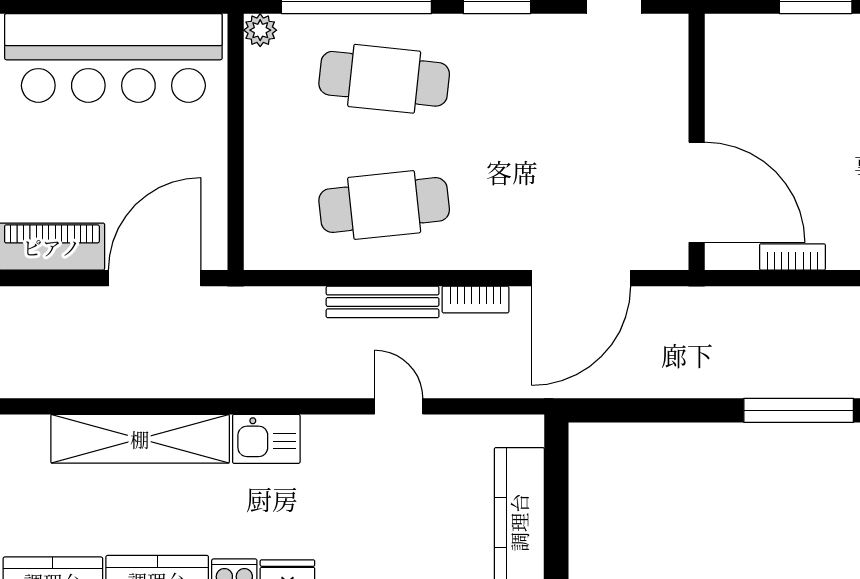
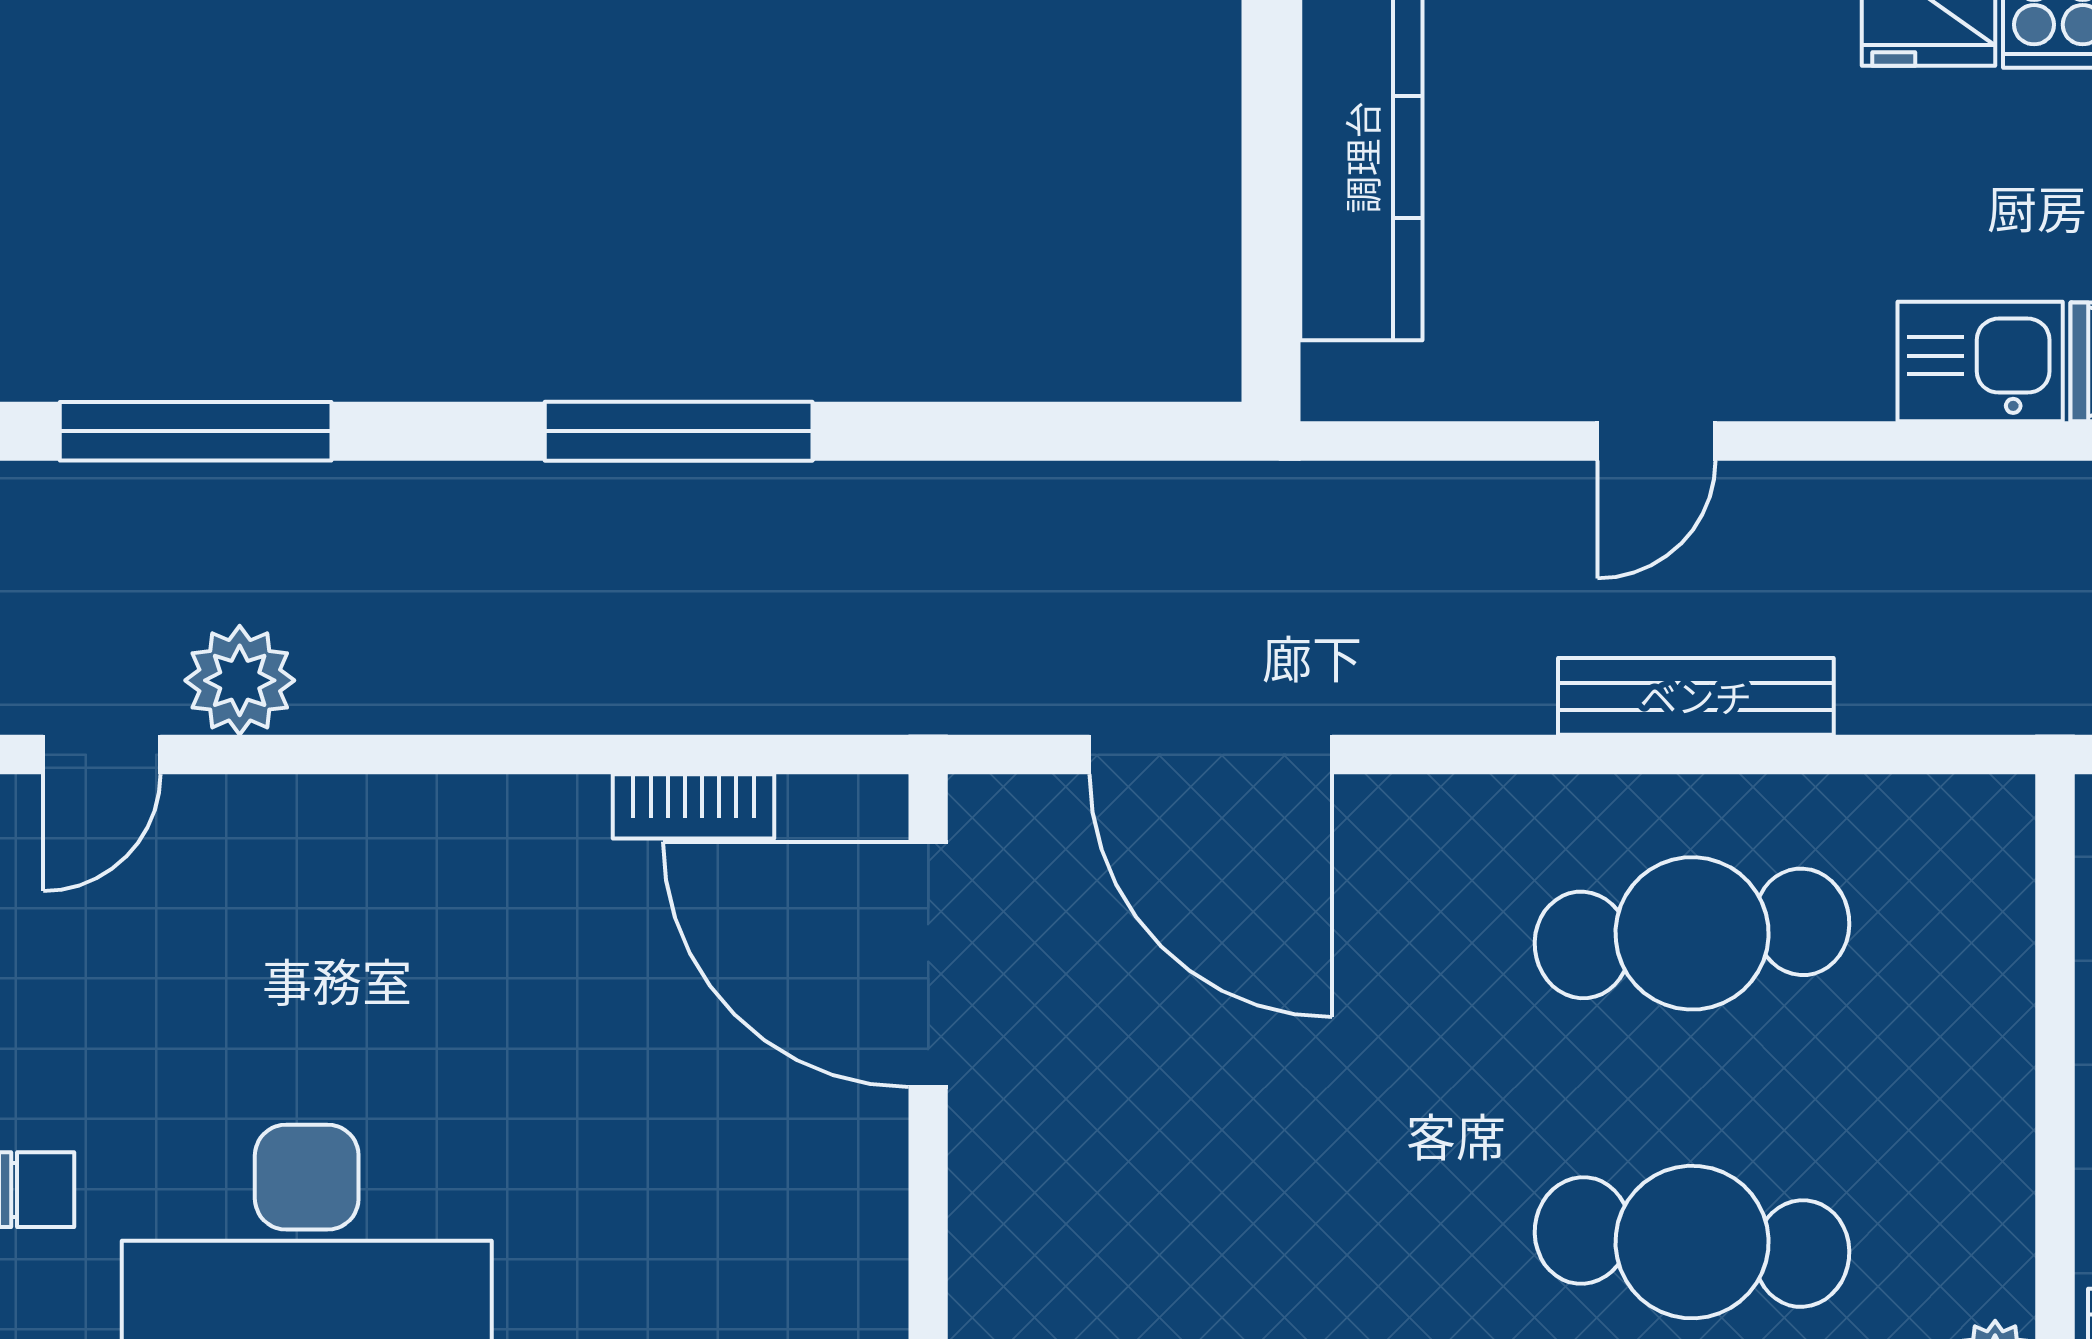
door: (581, 278) -> (1211, 755), swing flipped
bookcase: (475, 300) -> (1469, 702), removed
door: (399, 406) -> (1656, 441), hinge flipped

